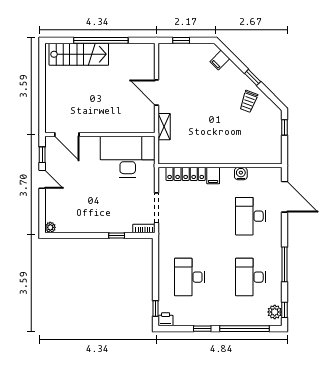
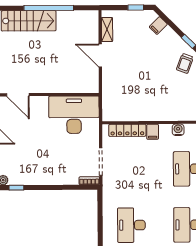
window: (181, 40) -> (136, 7), moved
shelving: (164, 127) -> (107, 29), moved
window: (117, 236) -> (16, 188), moved

